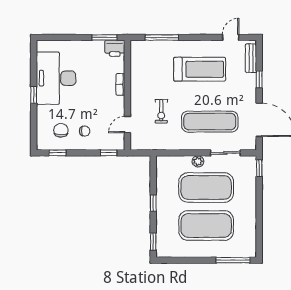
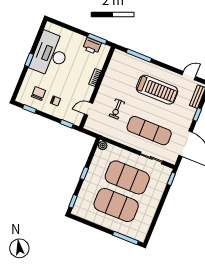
printer: (115, 48) -> (92, 46), moved
plant: (198, 161) -> (103, 145), moved

